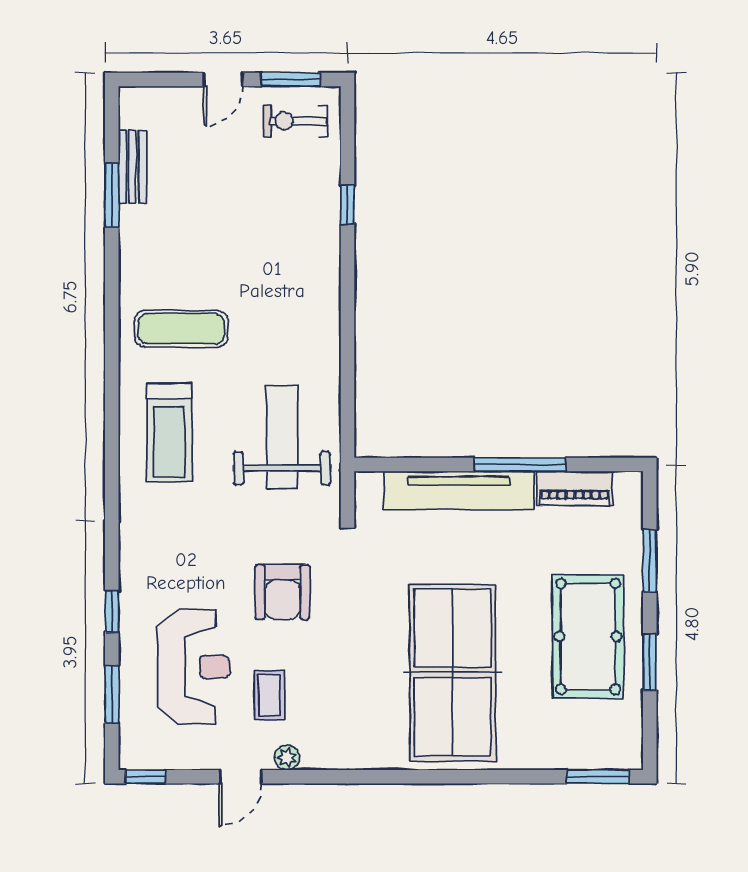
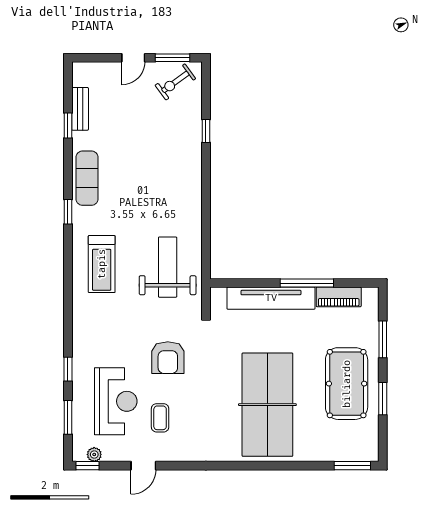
exercise bike: (295, 121) -> (175, 82), turned -36
window: (112, 195) -> (68, 125), width x0.67
exercise mat: (181, 329) -> (87, 178), moved, turned 90
window: (112, 343) -> (68, 212), added
plant: (287, 758) -> (94, 454), moved

